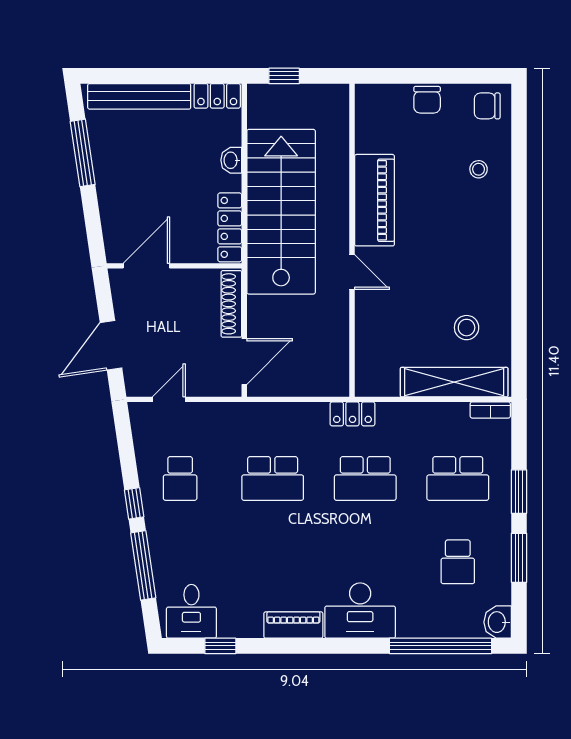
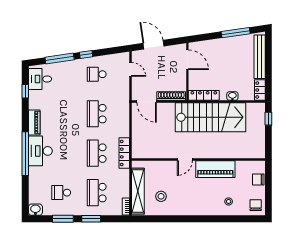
piano: (375, 200) -> (215, 169), moved
wall: (352, 240) -> (198, 160), moved
door: (352, 272) -> (185, 160), moved
locker: (352, 414) -> (124, 153), width x1.53
window: (441, 646) -> (25, 154), moved

